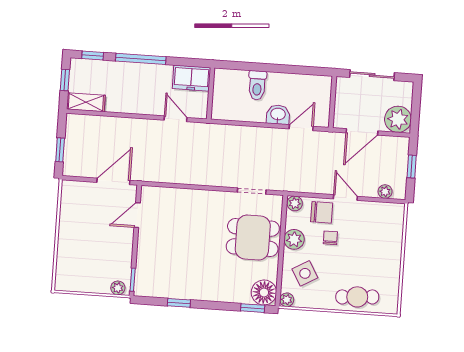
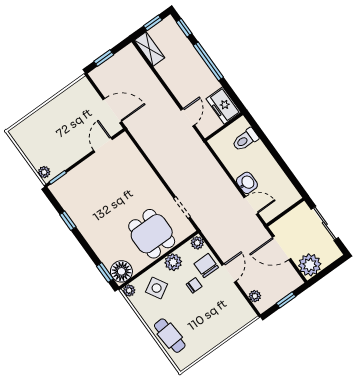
toilet: (257, 85) -> (245, 140), moved
chair: (322, 212) -> (206, 266), turned 180
door: (137, 215) -> (103, 145), hinge flipped

